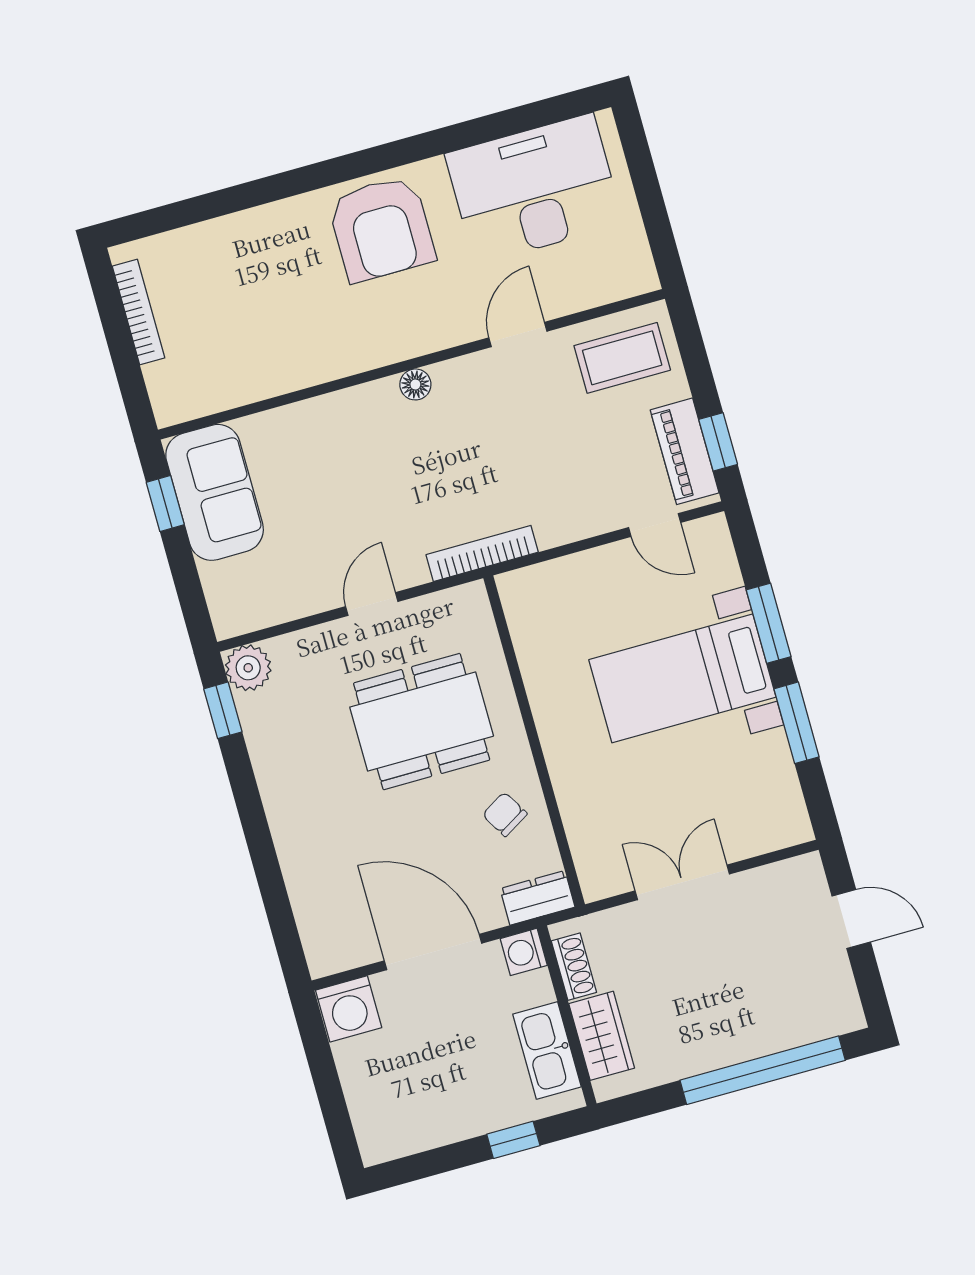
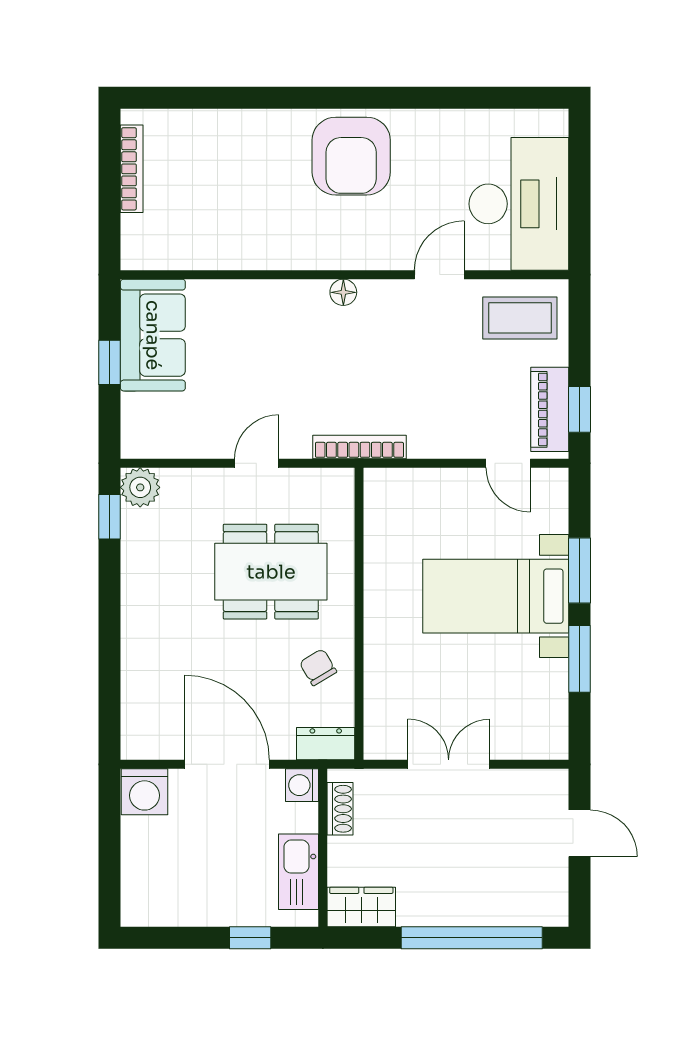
desk: (534, 189) -> (519, 204), moved, turned 90
window: (165, 504) -> (110, 362), moved
wardrobe: (602, 1036) -> (361, 907), moved, turned -90

